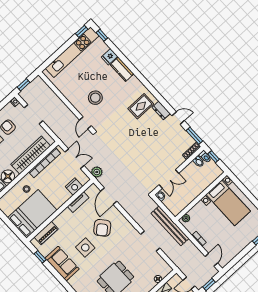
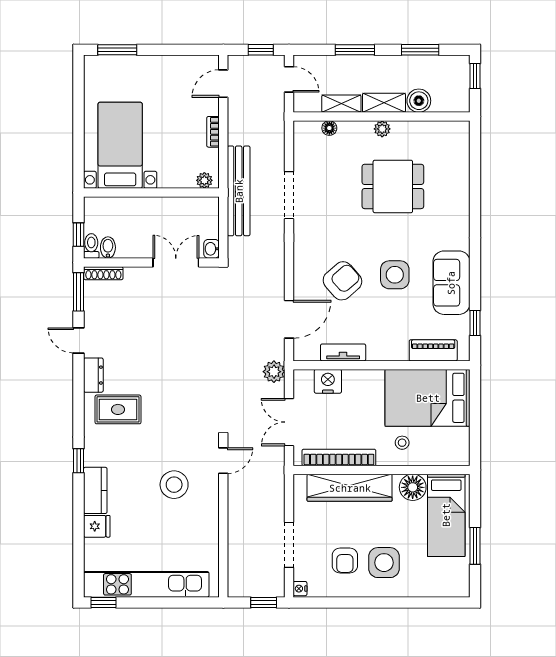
window: (102, 35) -> (79, 461), moved

